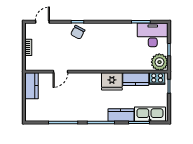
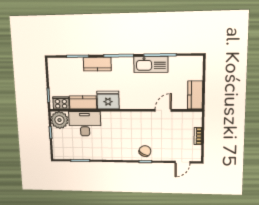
desk: (153, 35) -> (85, 124), moved, turned 180
kitchen sink: (150, 114) -> (151, 64), moved

